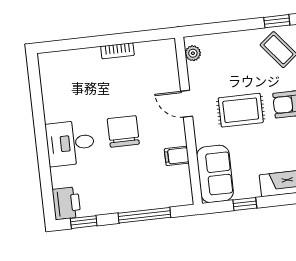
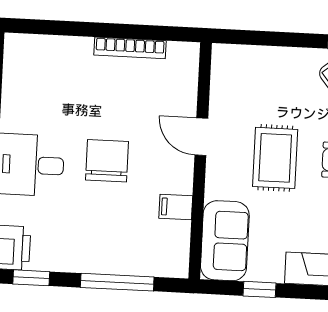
bookcase: (117, 51) -> (130, 48), width x1.56
plant: (193, 53) -> (222, 68), removed
rug: (241, 110) -> (275, 158), turned 90

